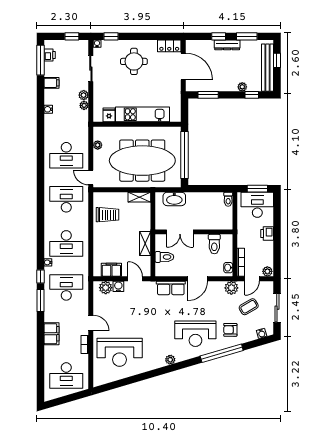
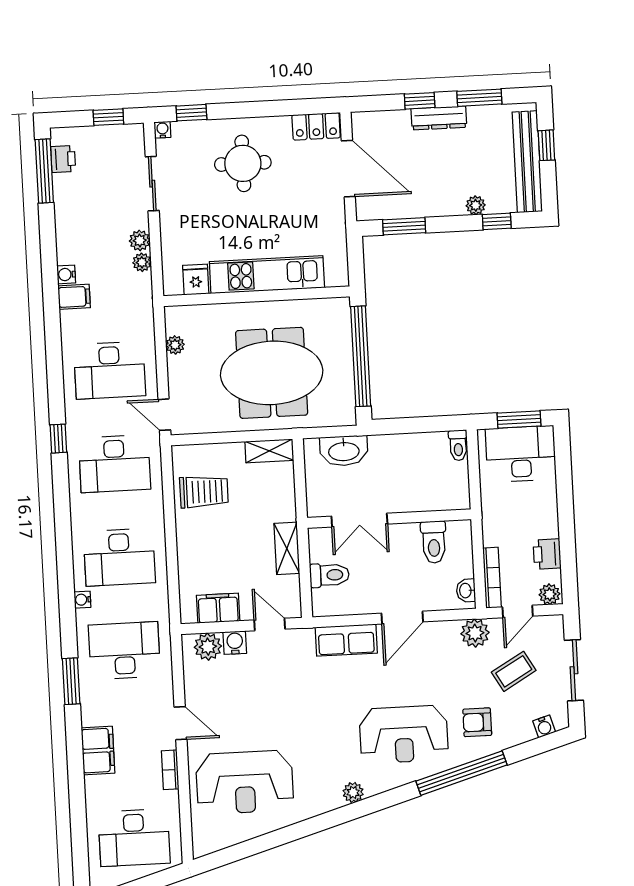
filing cabinet: (51, 83) -> (74, 297), moved
meeting table: (142, 161) -> (272, 373), width x0.73
desk: (66, 199) -> (115, 464), turned 180
printer: (267, 233) -> (547, 554), moved
window: (40, 277) -> (58, 439), moved

